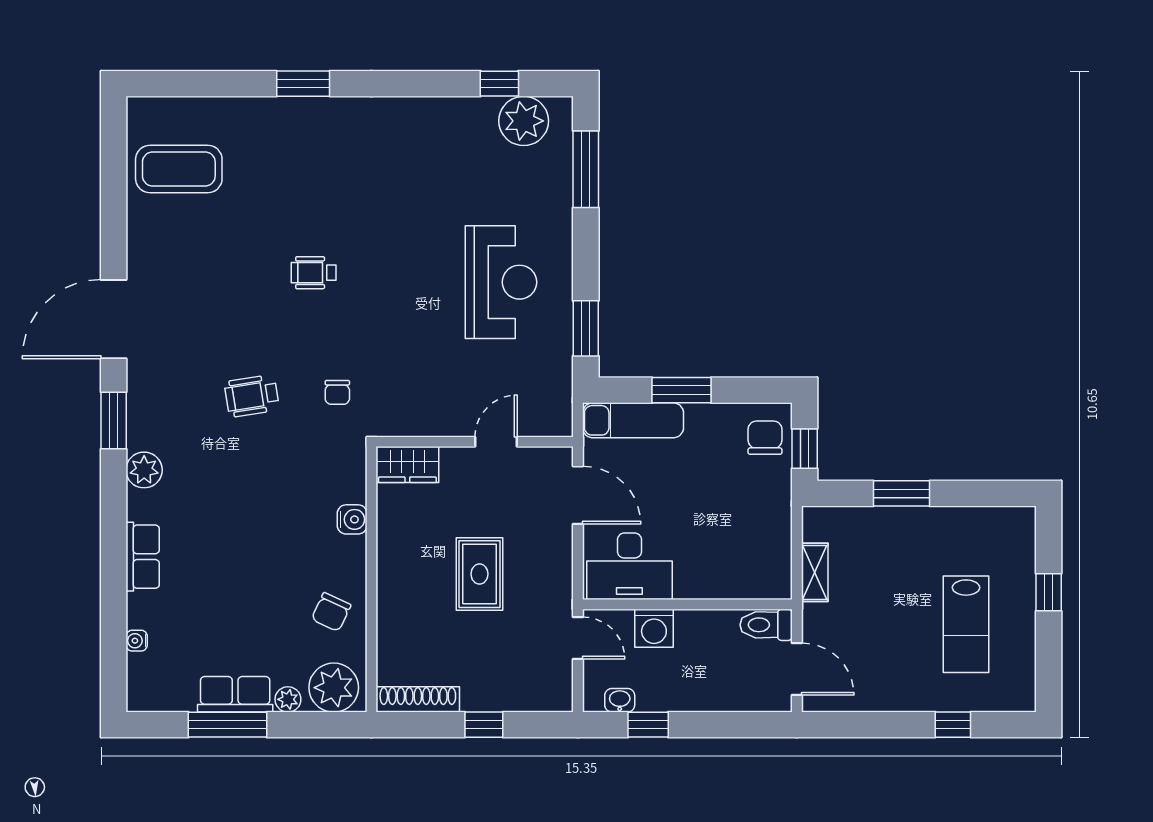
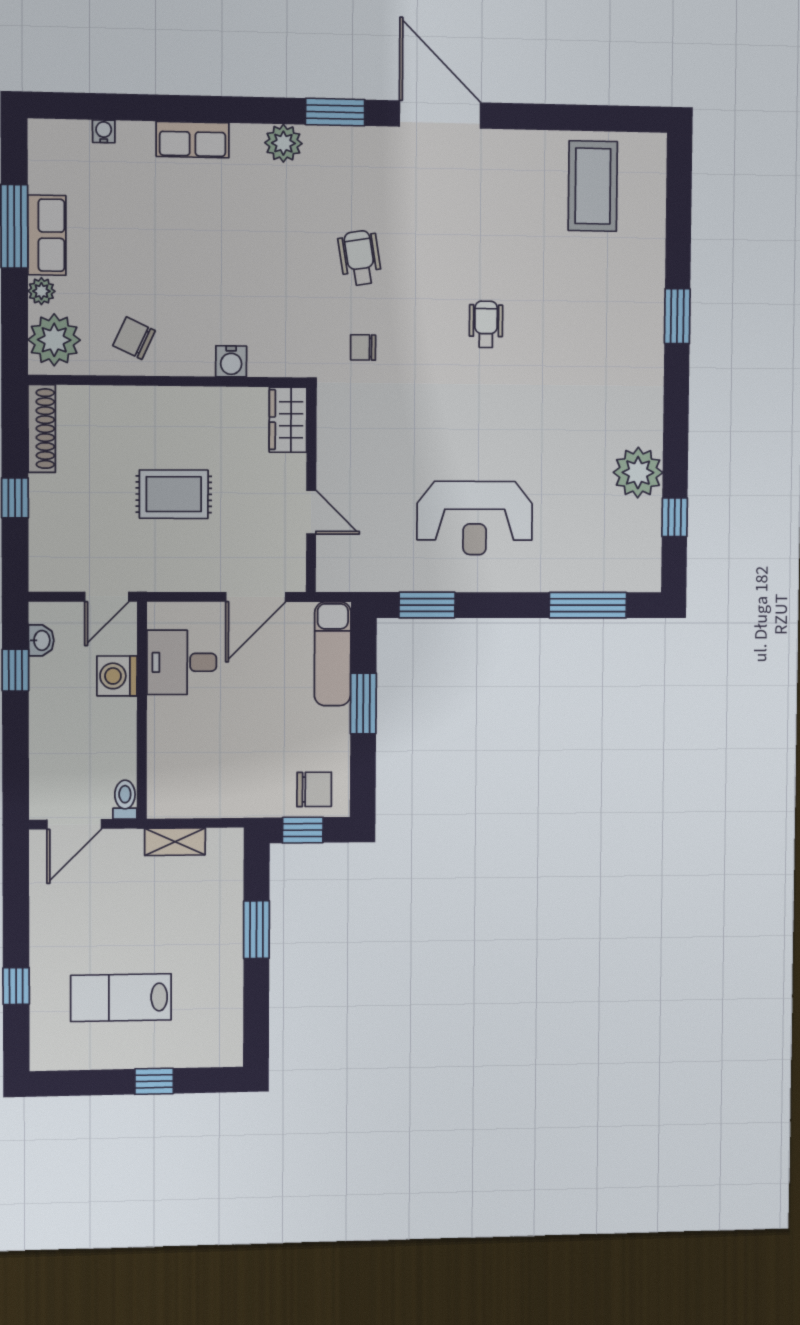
plant: (524, 121) -> (638, 473), moved
desk: (629, 566) -> (182, 662), width x0.73
toilet: (766, 625) -> (125, 800), width x0.73, depth x0.72

